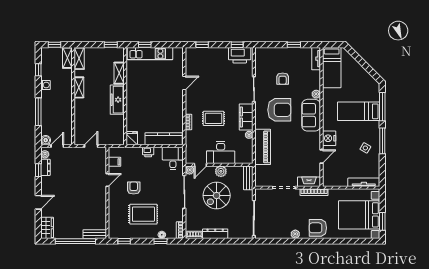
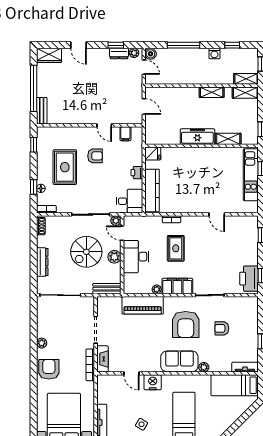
spiral stairs: (217, 196) -> (86, 252), turned -90
dresser: (215, 234) -> (42, 262), moved

